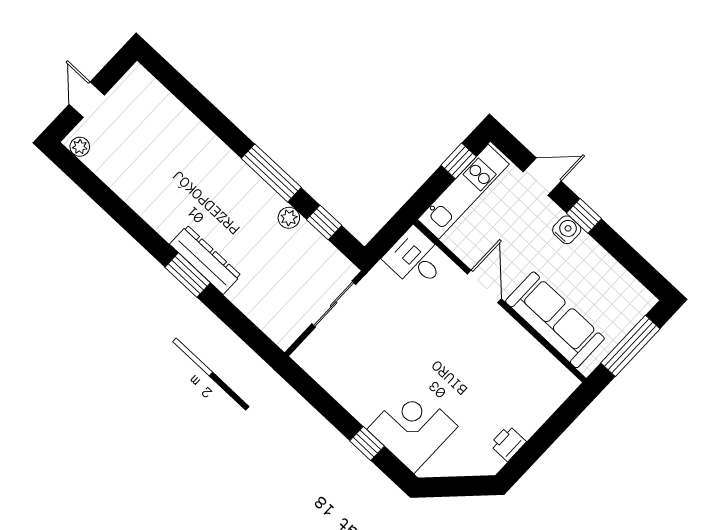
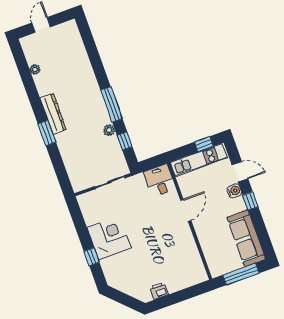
plant: (80, 147) -> (35, 69), moved
water cooler: (567, 230) -> (234, 191), moved
dresser: (205, 260) -> (53, 114), moved
sofa: (555, 320) -> (246, 238), moved, turned 180
corner desk: (413, 428) -> (109, 238), moved

